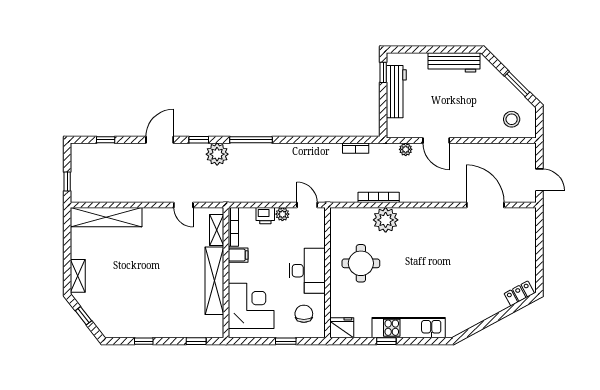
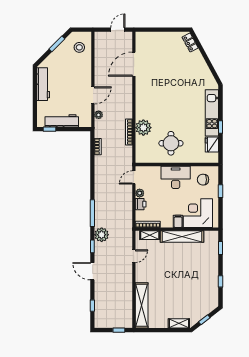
filing cabinet: (238, 255) -> (178, 221), moved
fridge: (342, 328) -> (212, 145), moved

